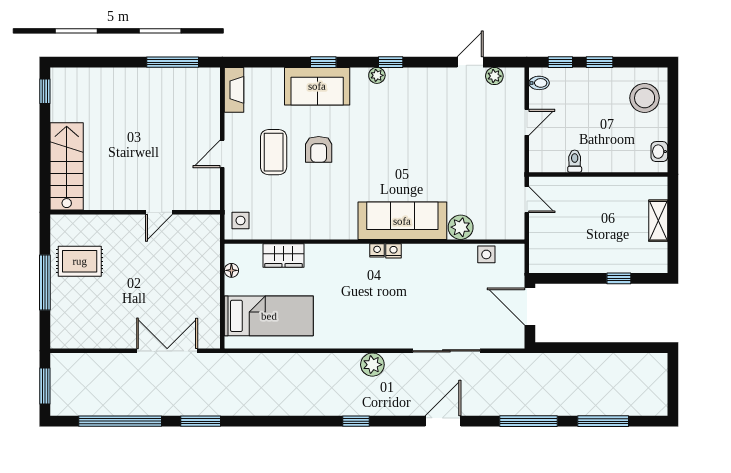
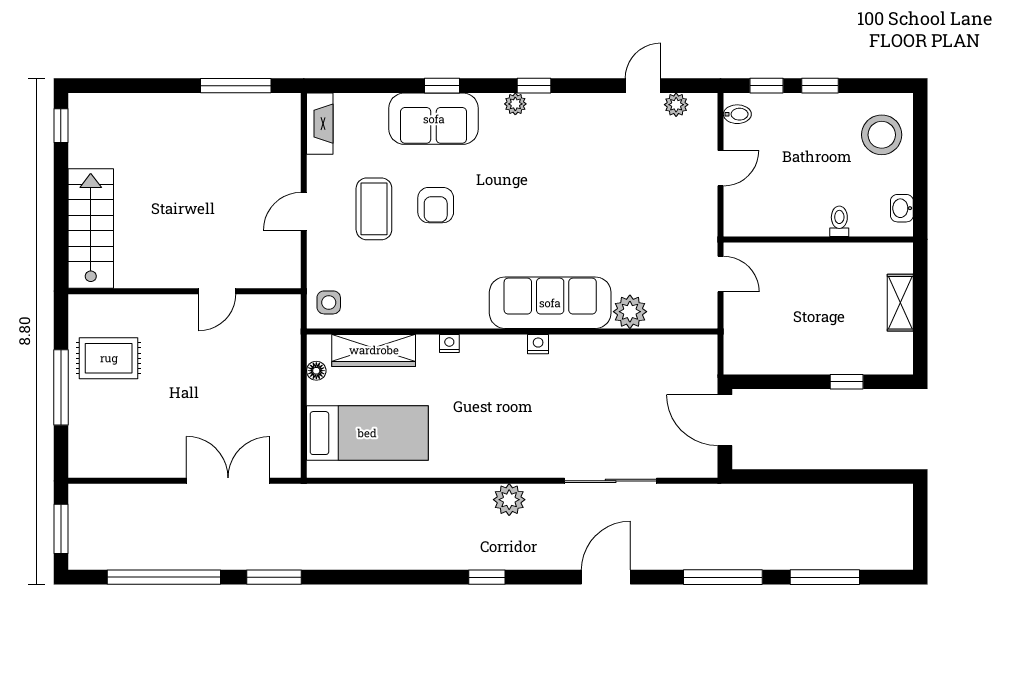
toilet: (575, 161) -> (839, 221), moved
nightstand: (377, 250) -> (449, 343), moved
side table: (486, 254) -> (665, 349), removed
wardrobe: (284, 255) -> (374, 350), width x1.50

